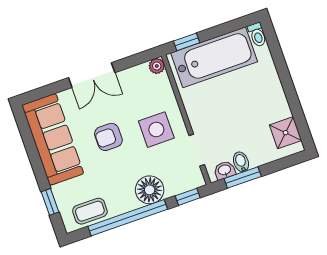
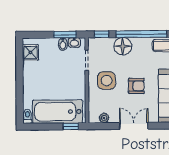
plant: (157, 66) -> (104, 118), moved

